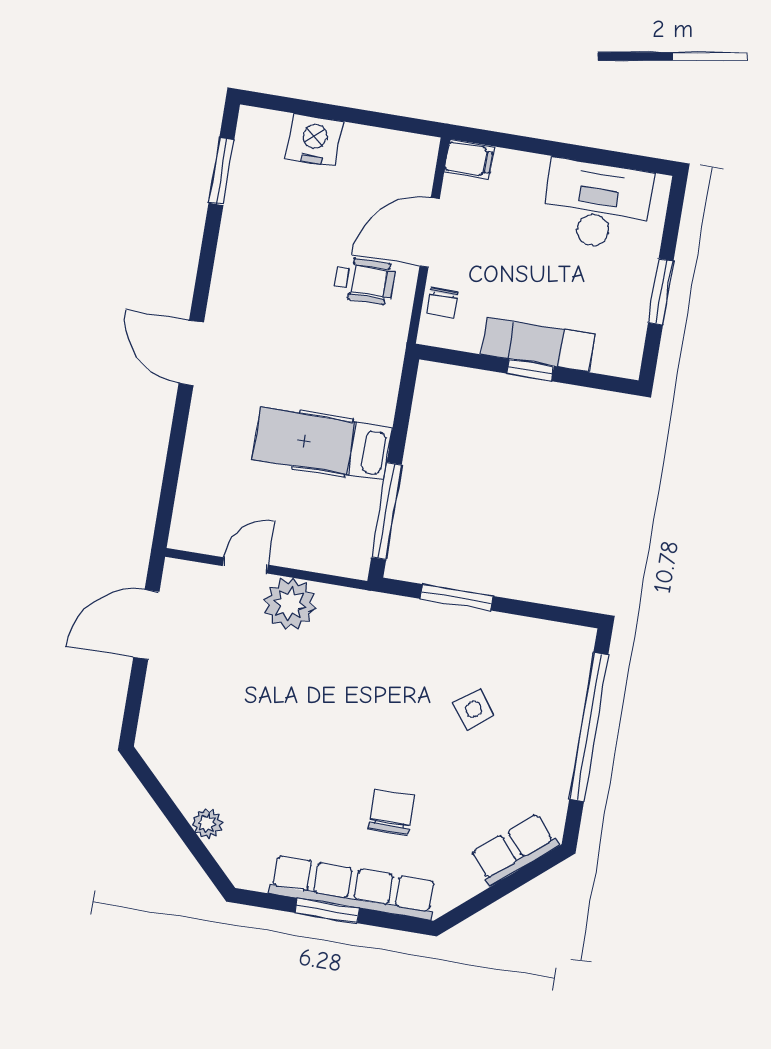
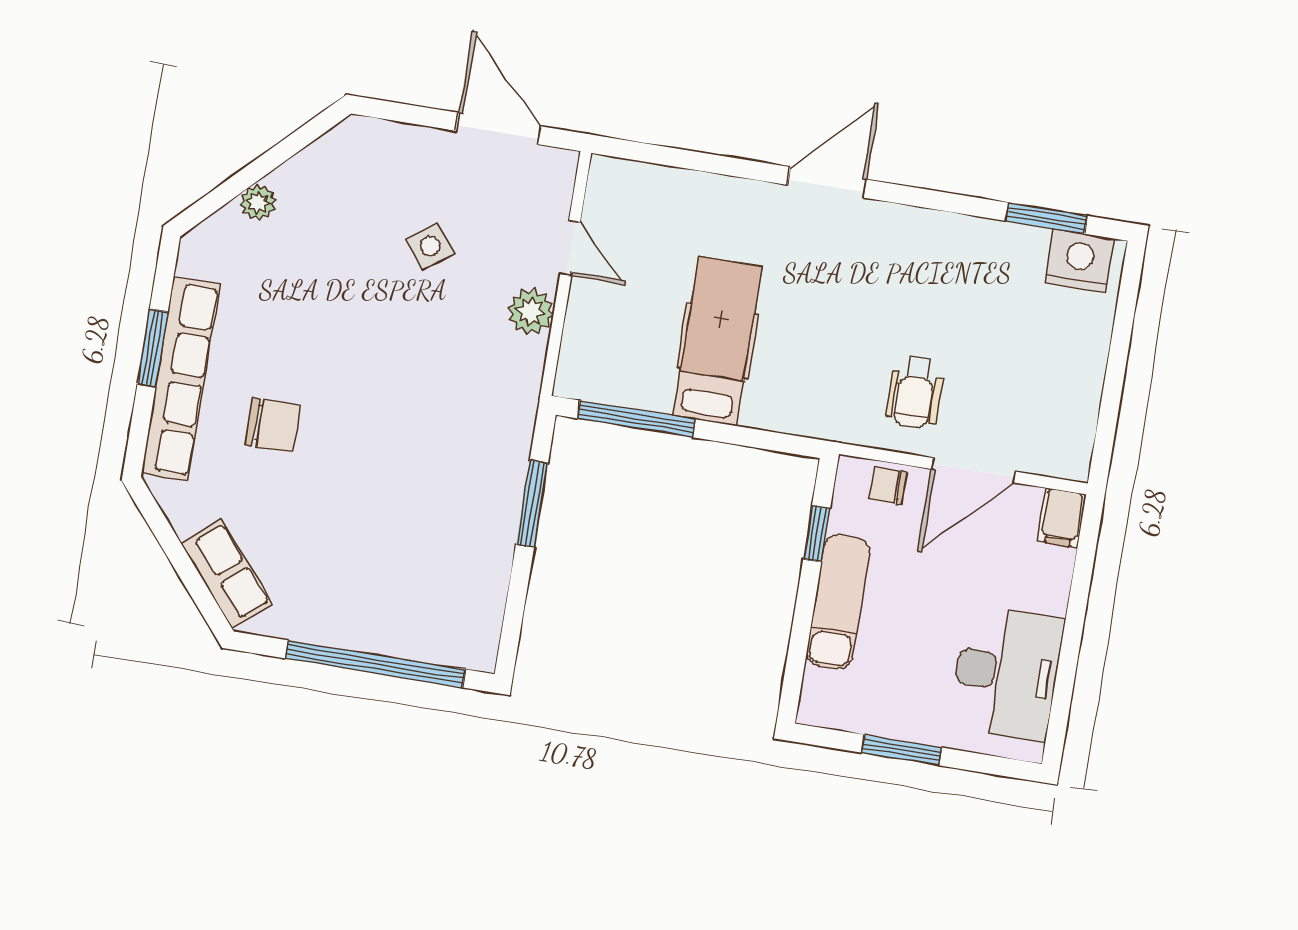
nightstand: (314, 140) -> (1079, 261), moved, turned -90
door: (430, 233) -> (973, 470), swing flipped
window: (530, 370) -> (817, 534), moved
plant: (290, 604) -> (531, 312), width x0.73, depth x0.73
side table: (474, 709) -> (430, 246), moved

